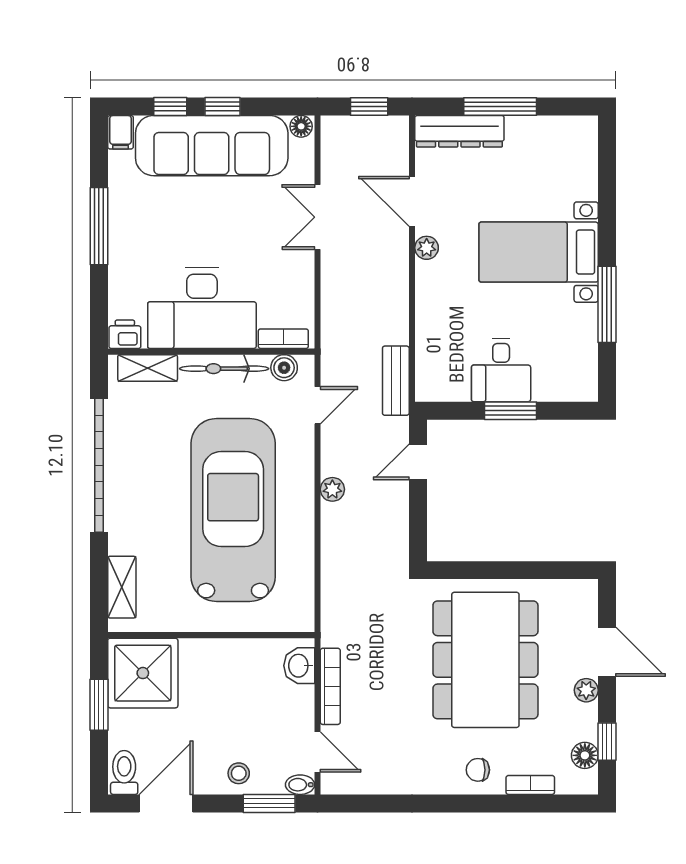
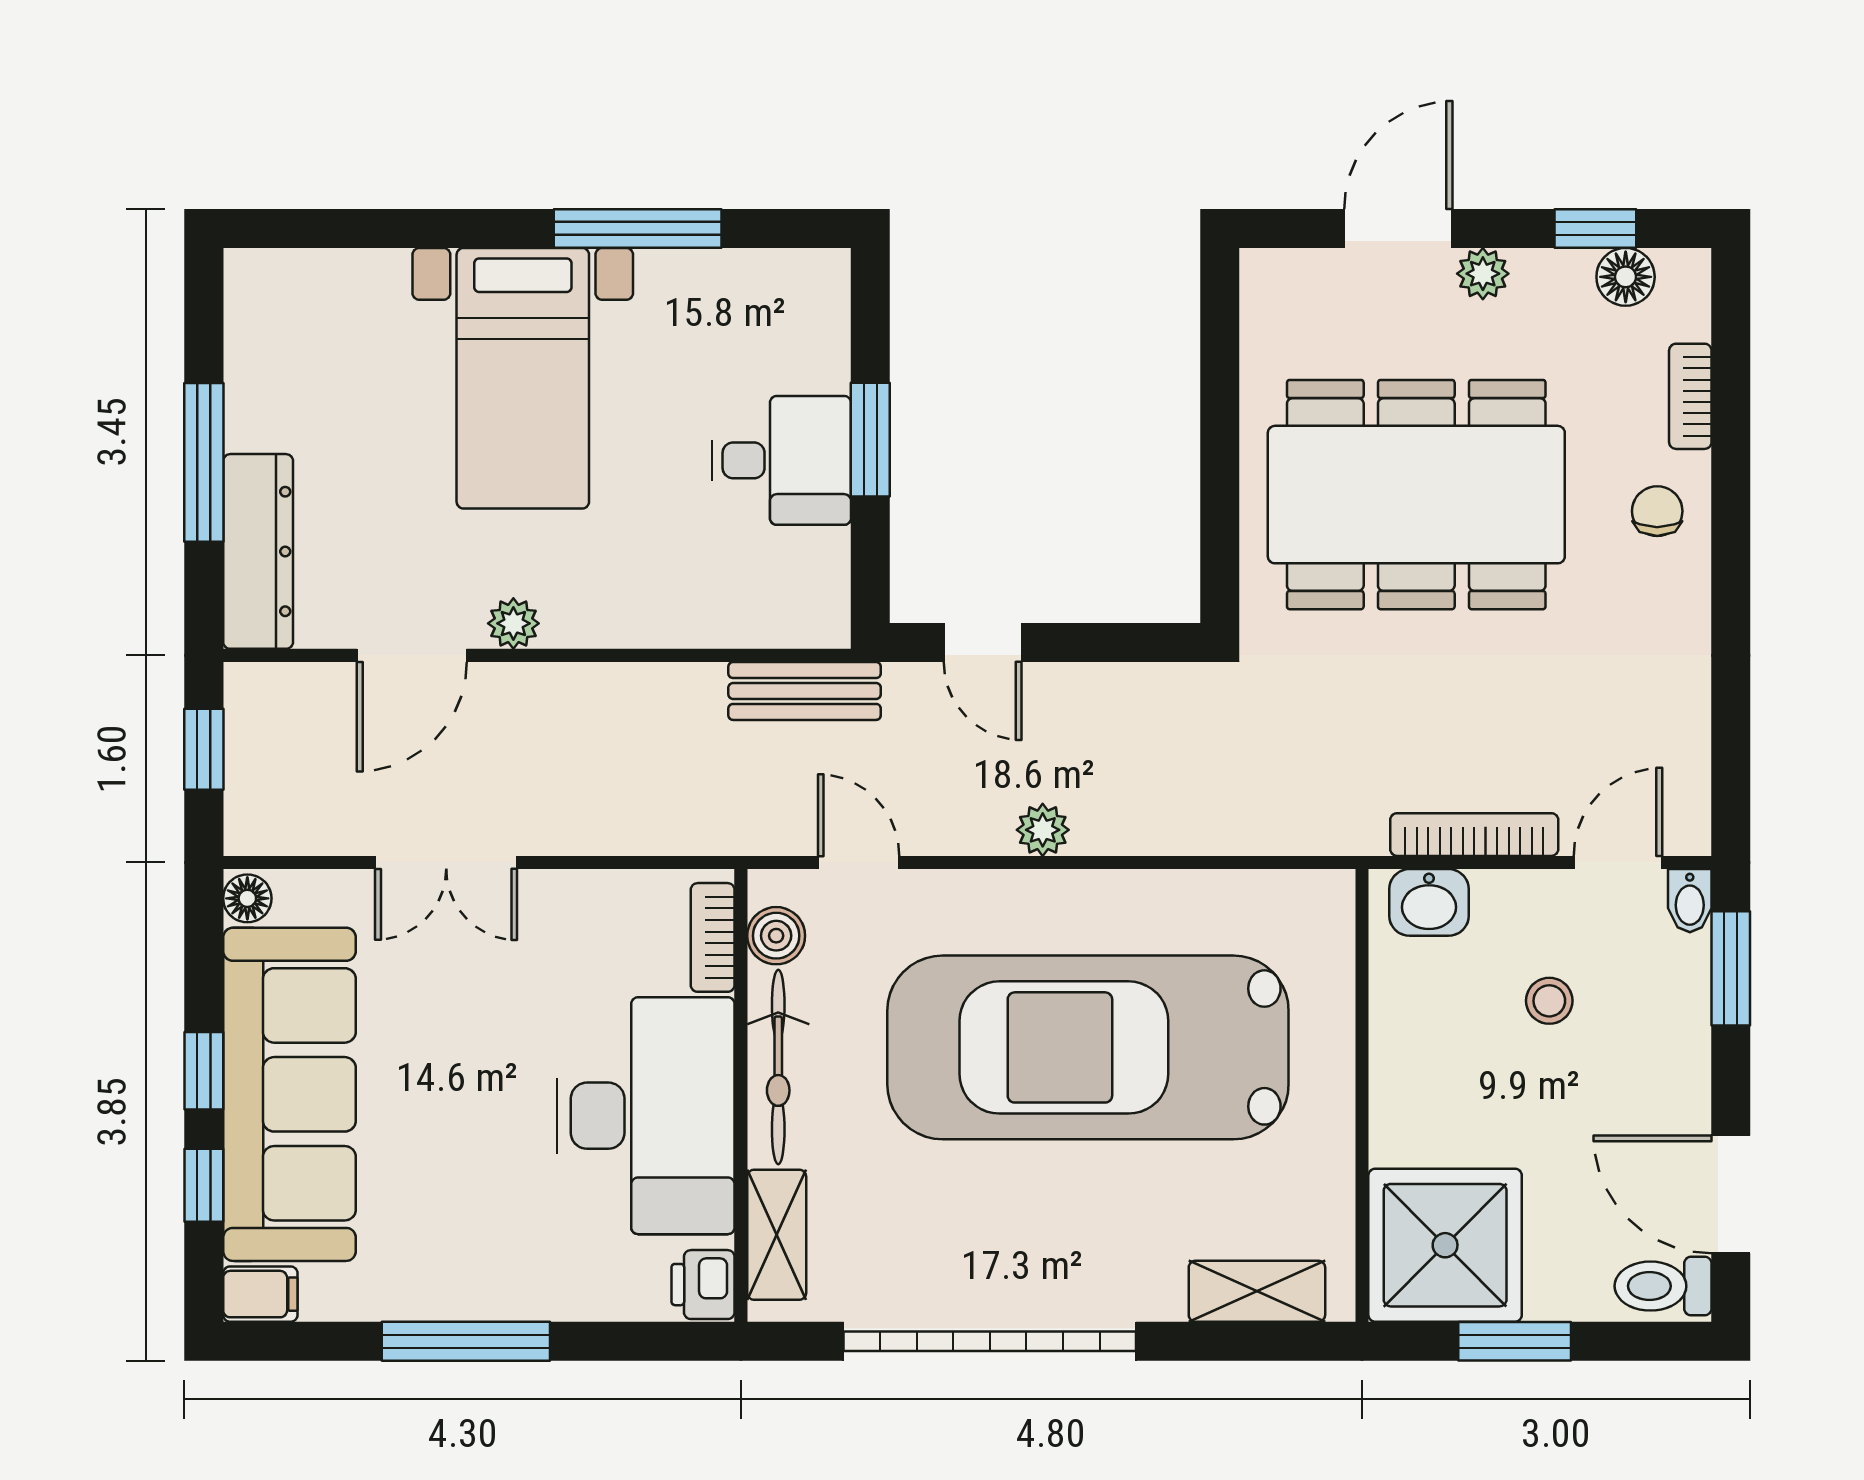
chair: (478, 770) -> (1657, 511), turned 180
stool: (239, 773) -> (1549, 1001), moved

